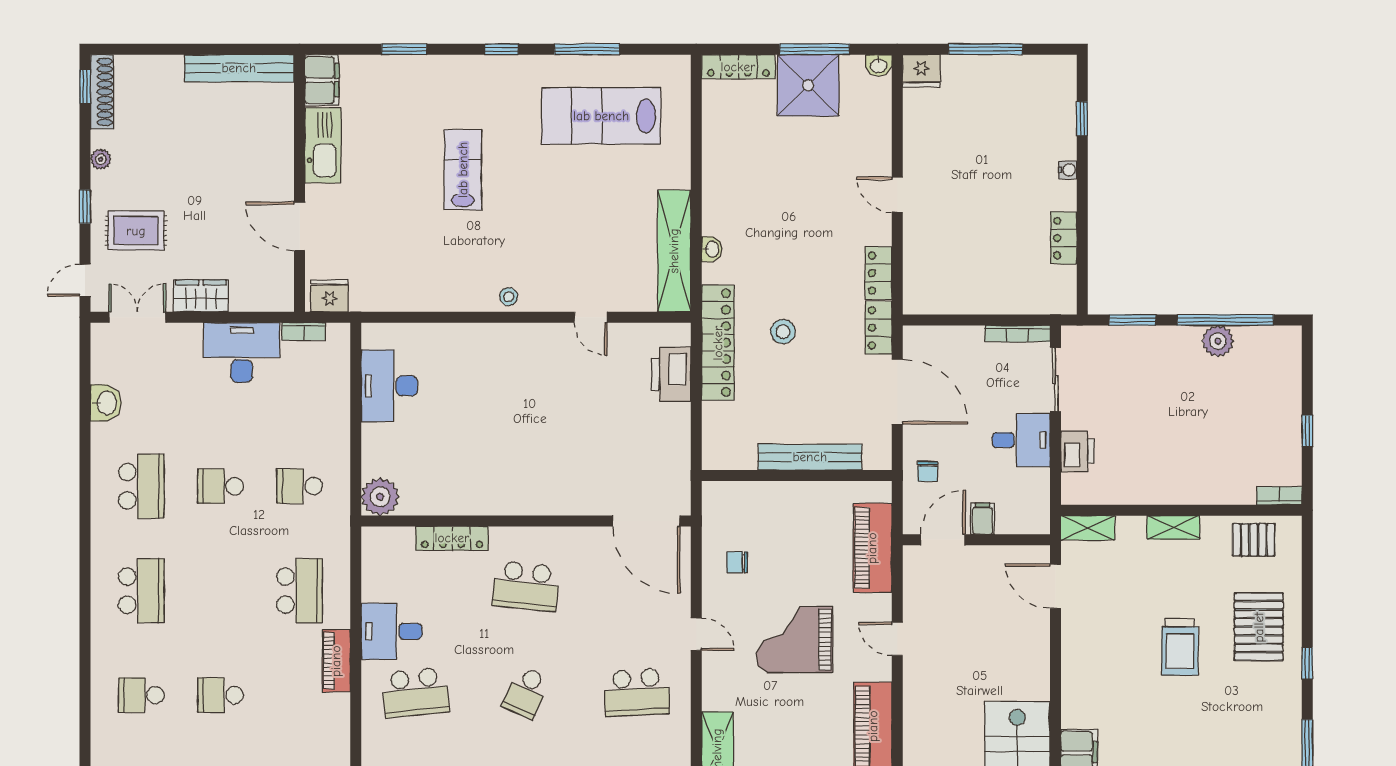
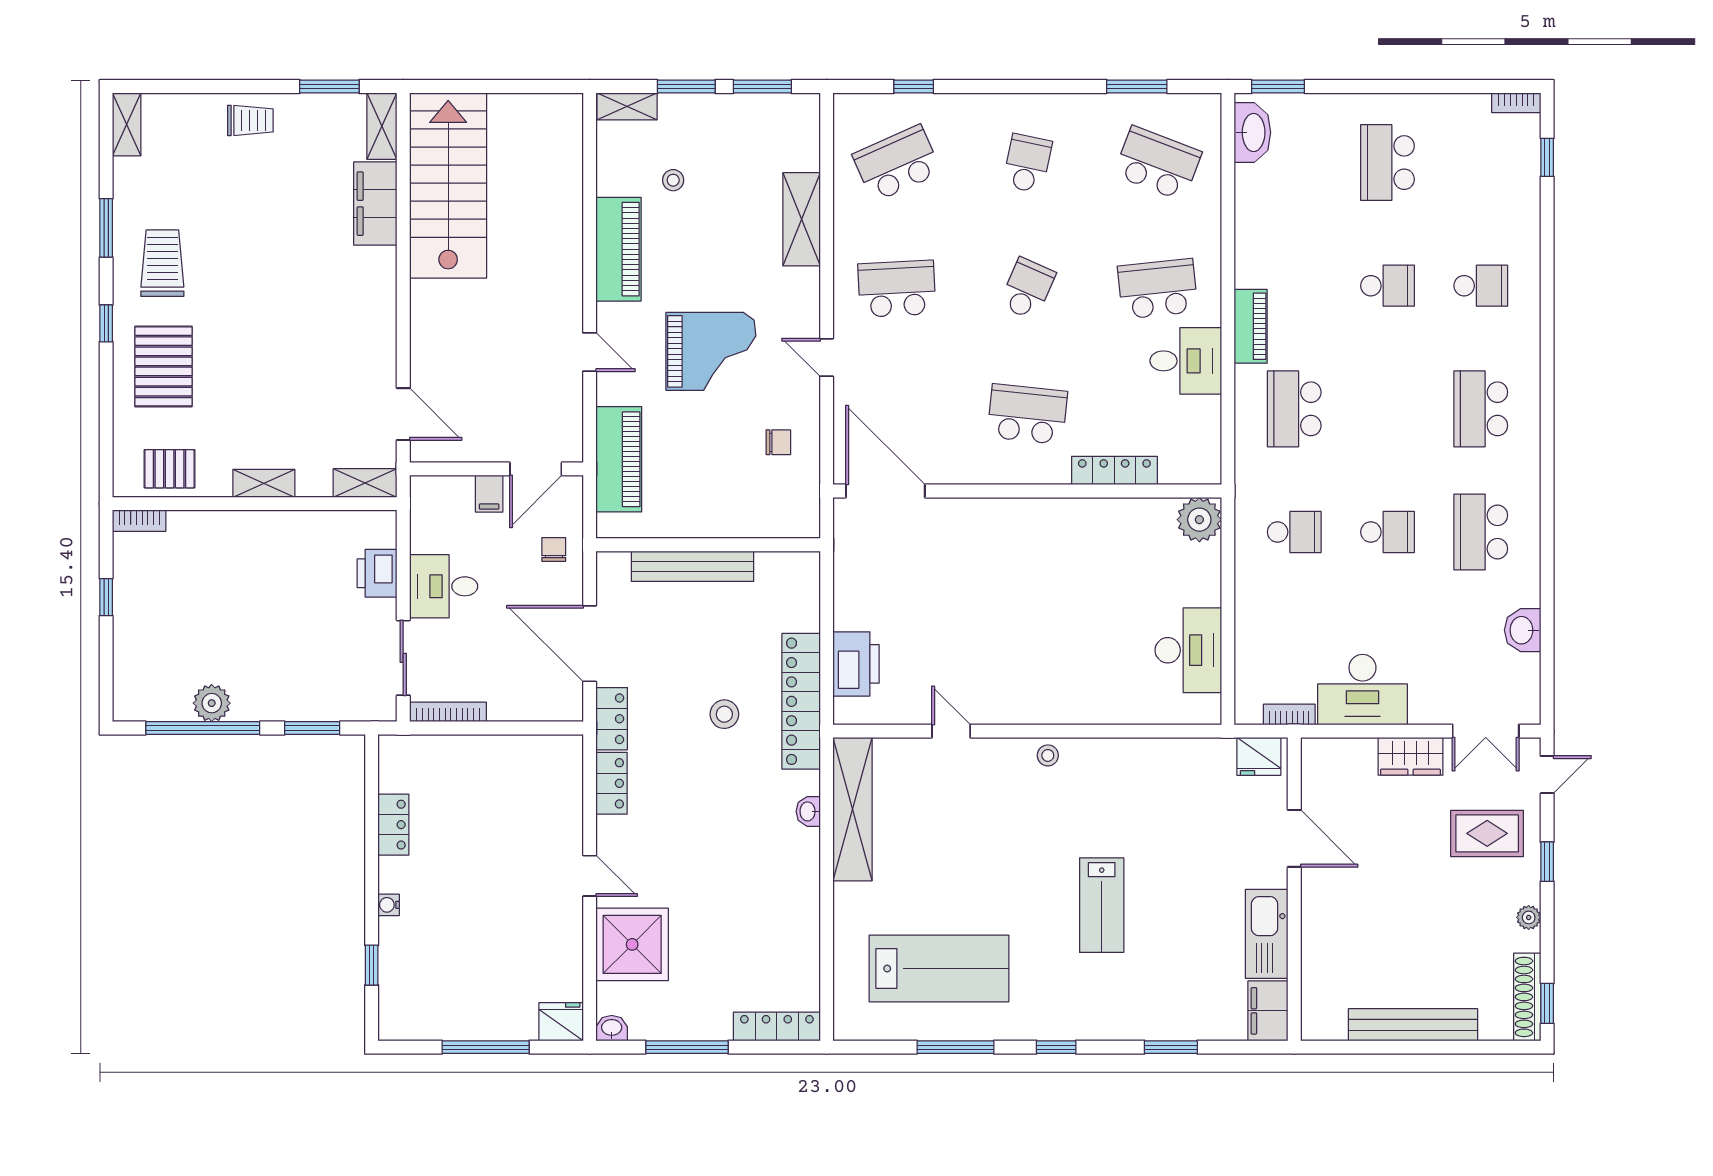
bench: (239, 68) -> (1413, 1025), moved
shower: (808, 85) -> (632, 944), moved
trolley: (1180, 647) -> (162, 263), moved

